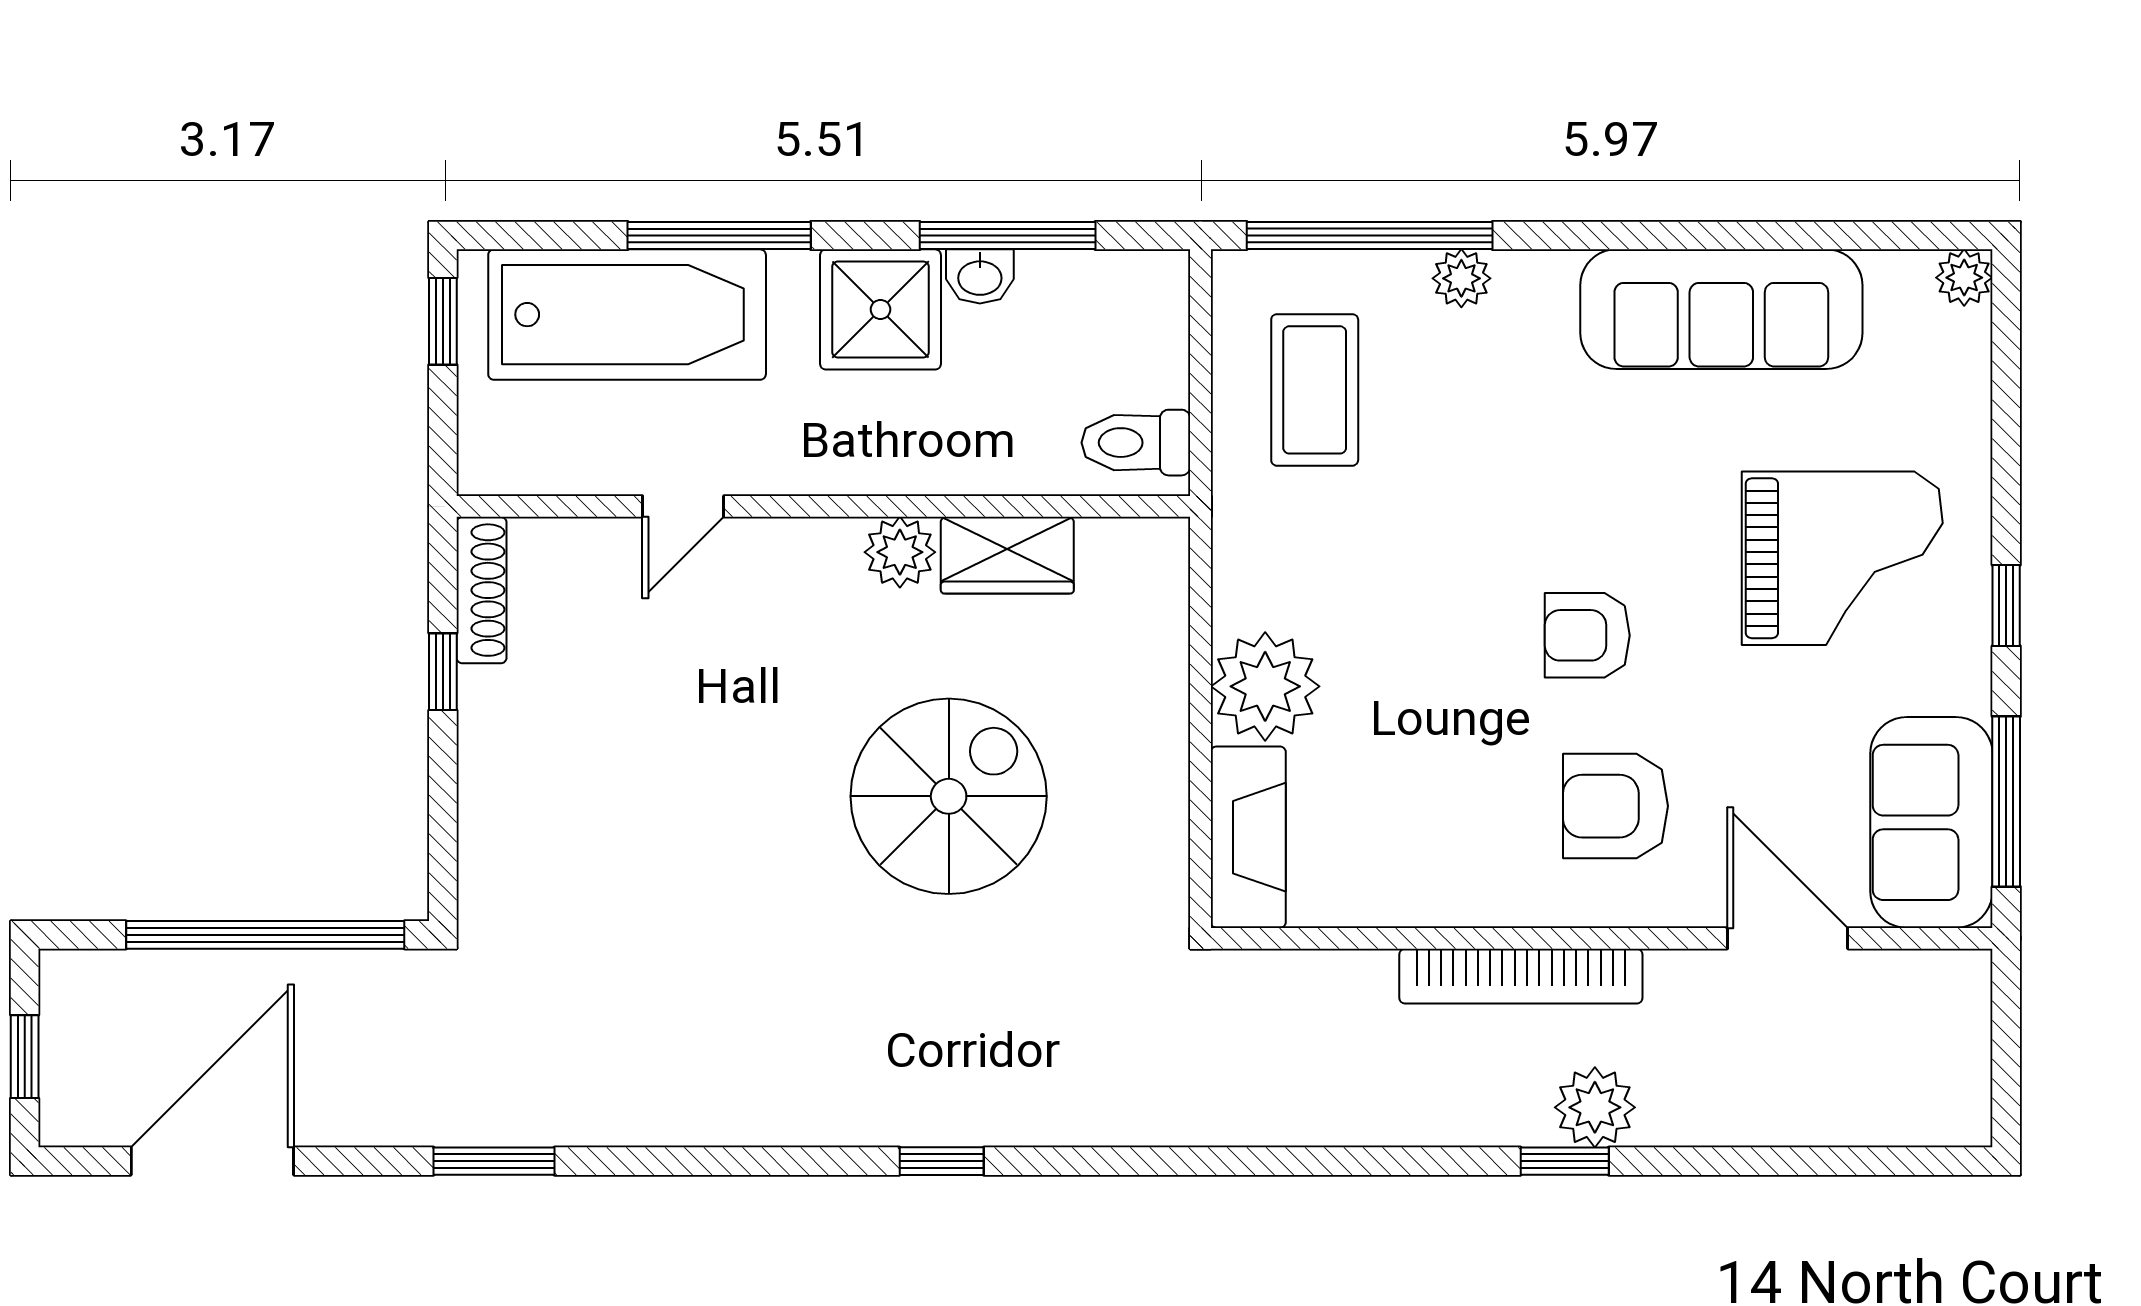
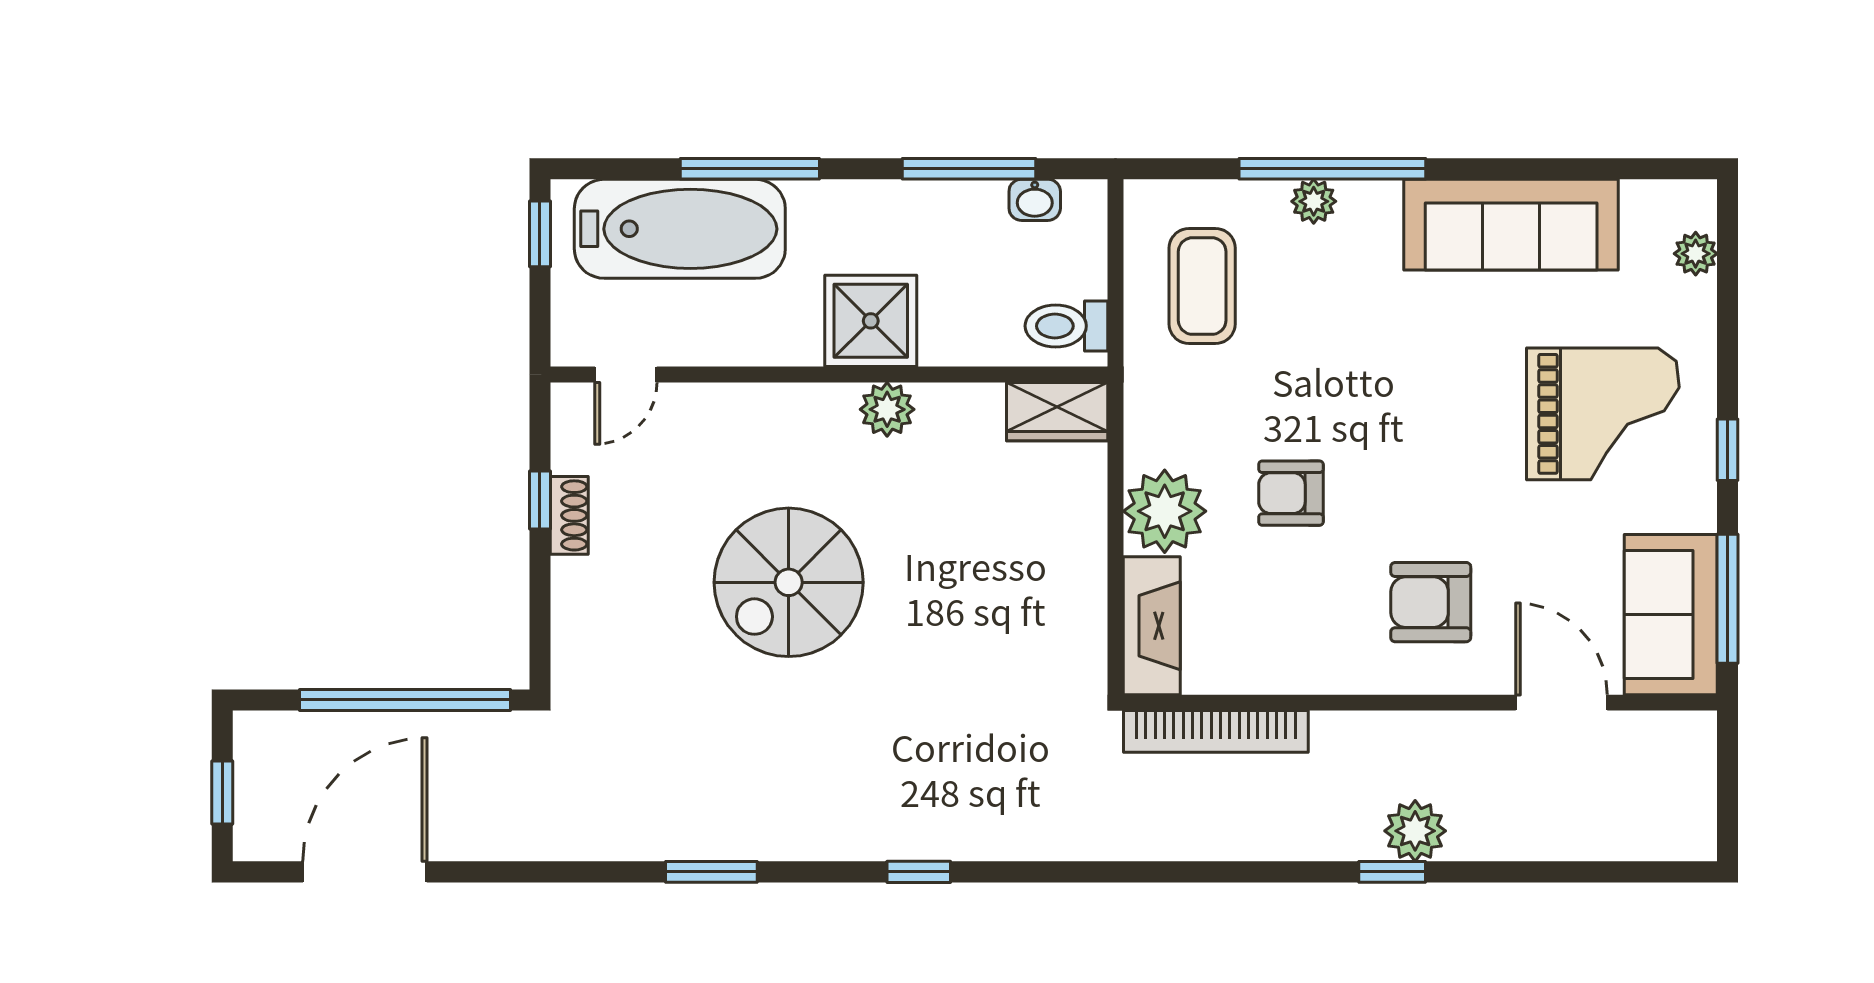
window: (1370, 236) -> (1332, 169), moved
washbasin: (980, 276) -> (1035, 200), moved
plant: (1964, 278) -> (1696, 254), moved
shower: (880, 309) -> (871, 321), moved
door: (683, 506) -> (626, 374), moved
wardrobe: (1007, 555) -> (1057, 412), moved
shoe rack: (482, 590) -> (569, 515), moved, width x0.70
armchair: (1587, 635) -> (1291, 493), moved
spiral stairs: (949, 796) -> (789, 582), moved, turned 180
bookcase: (1521, 976) -> (1216, 731), moved
window: (494, 1161) -> (711, 872), moved

